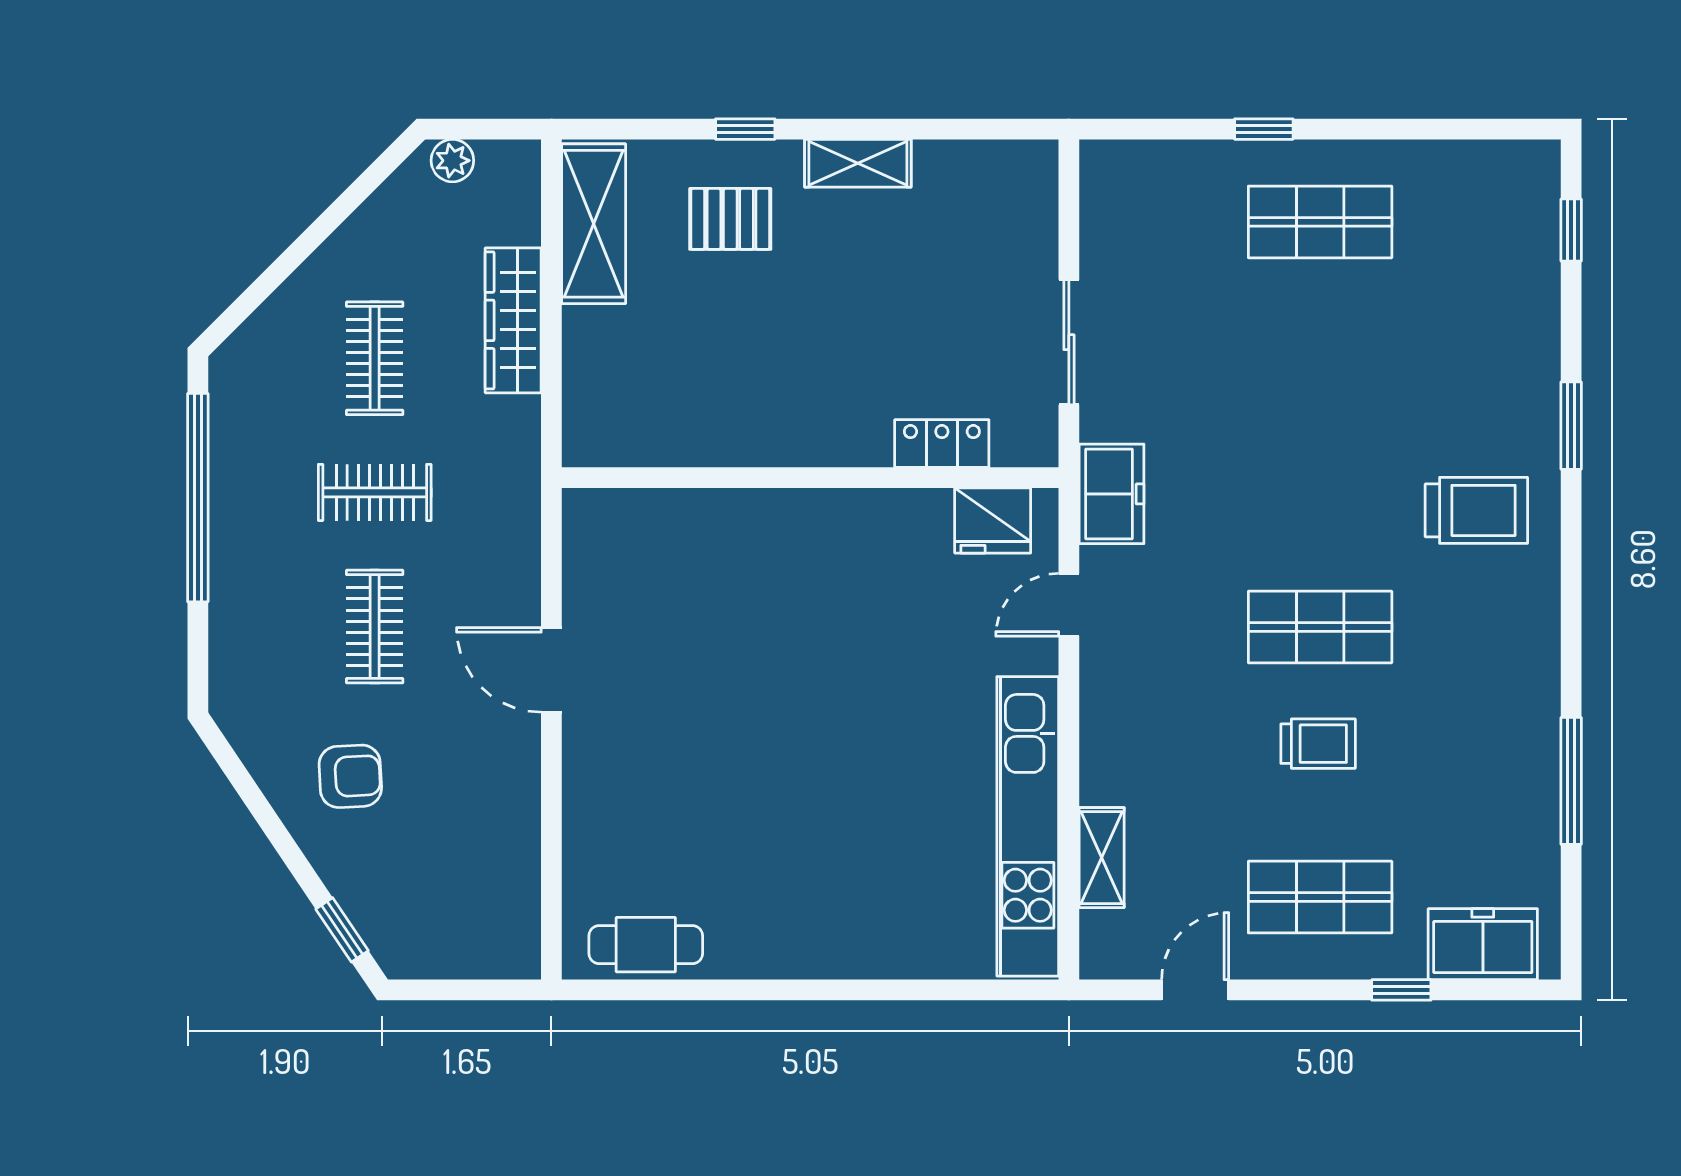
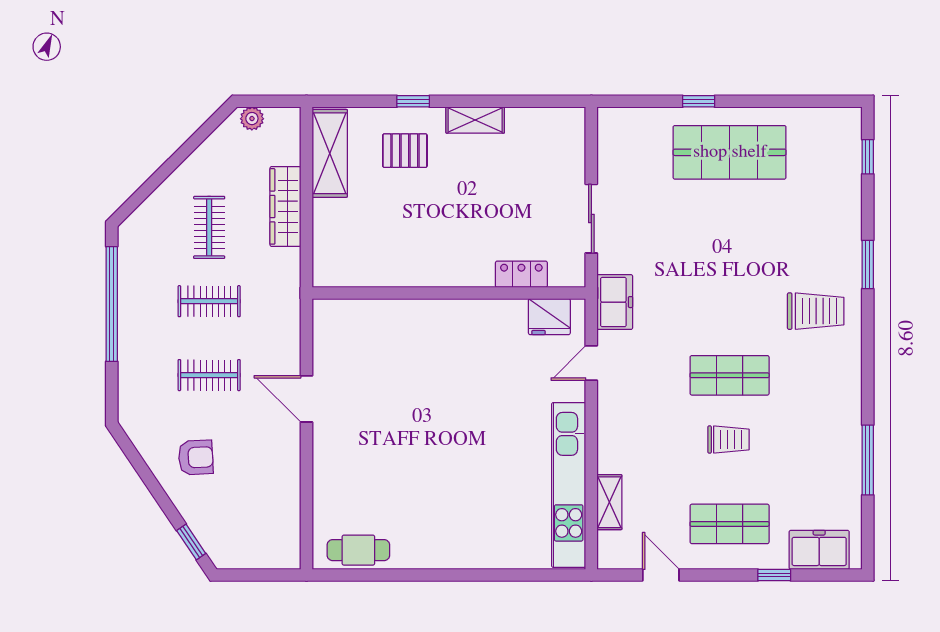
shop shelf: (1320, 222) -> (730, 152), width x1.43, depth x1.36
clothes rail: (375, 627) -> (209, 375), turned 90
door: (1195, 990) -> (661, 575), hinge flipped

